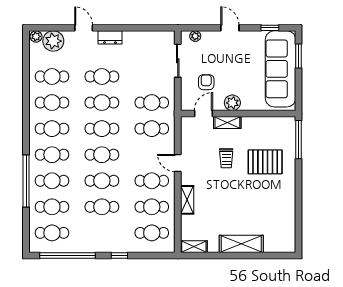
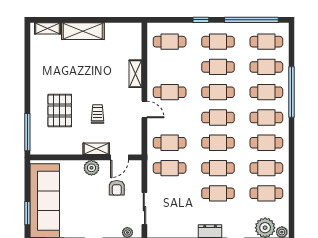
pallet: (265, 162) -> (60, 110), turned 90
cafe table: (152, 207) -> (218, 42), moved
shelving: (194, 247) -> (48, 28), moved

